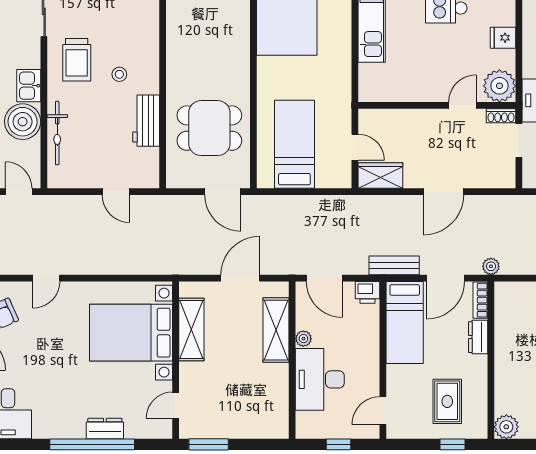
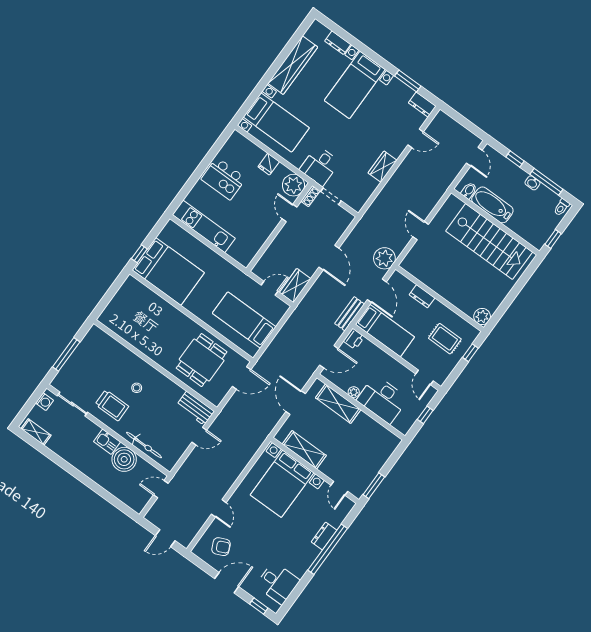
workbench: (146, 121) -> (195, 408), moved
plant: (491, 266) -> (384, 258), width x1.87, depth x1.87
bookcase: (480, 300) -> (403, 280), removed

